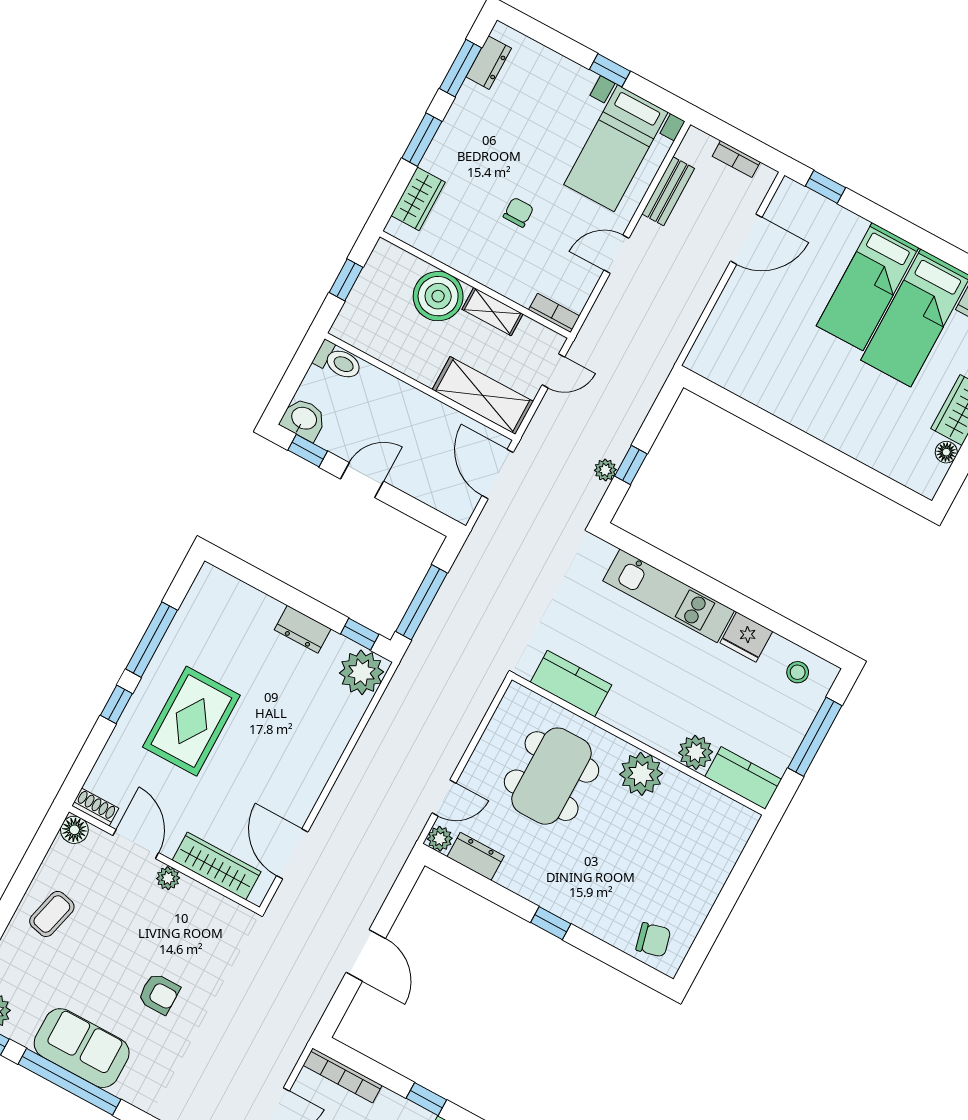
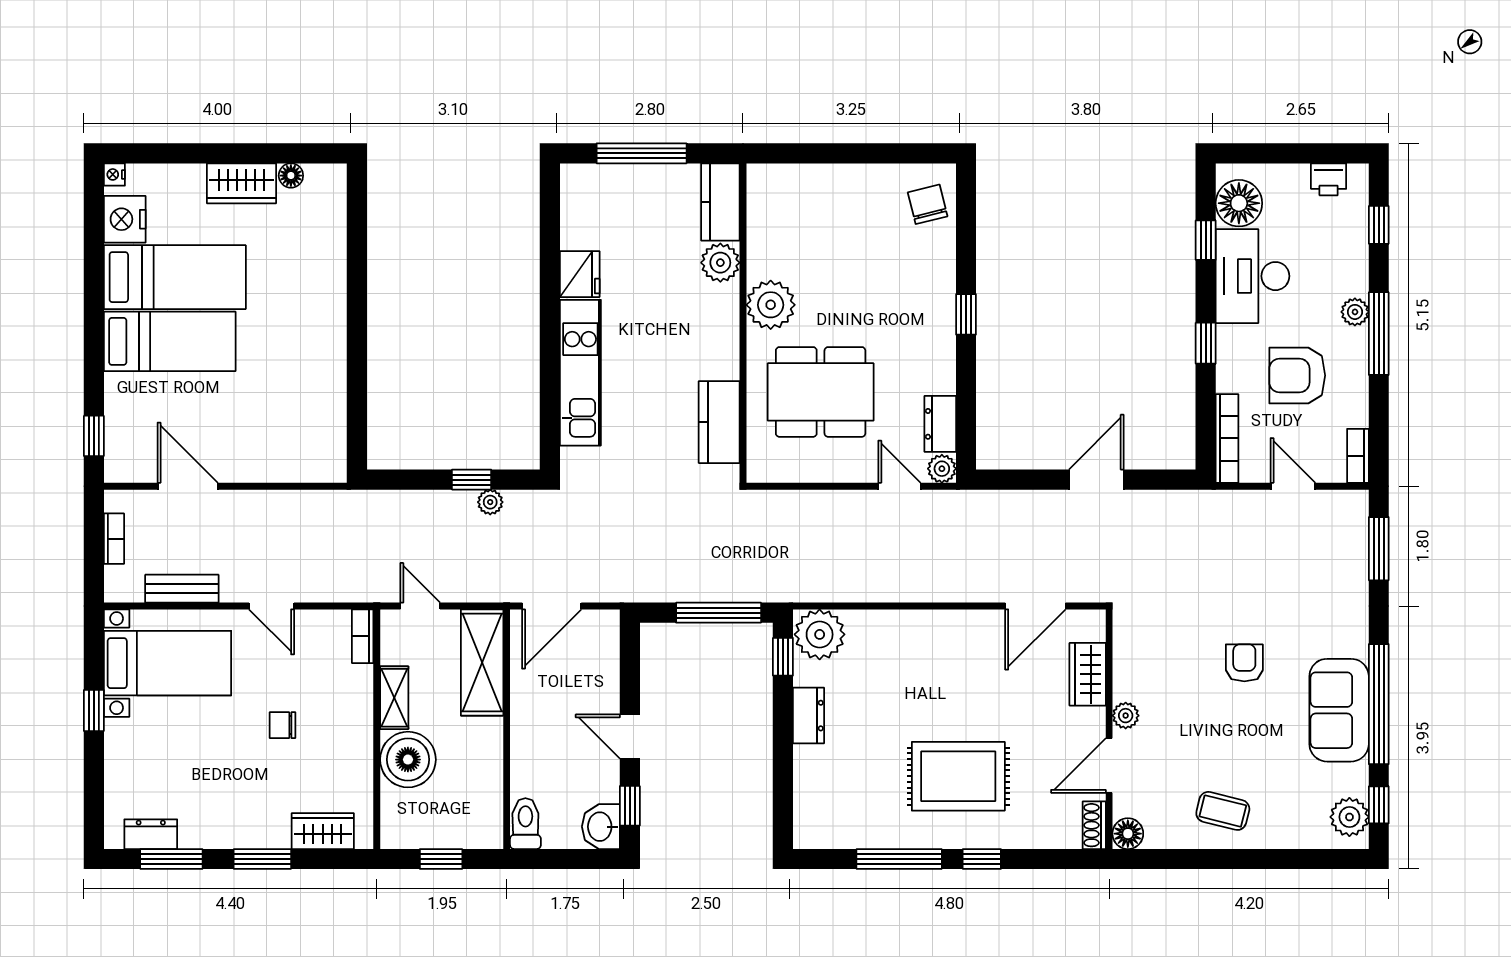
stool: (798, 672) -> (587, 205), removed
wardrobe: (217, 866) -> (1088, 674), width x0.67

